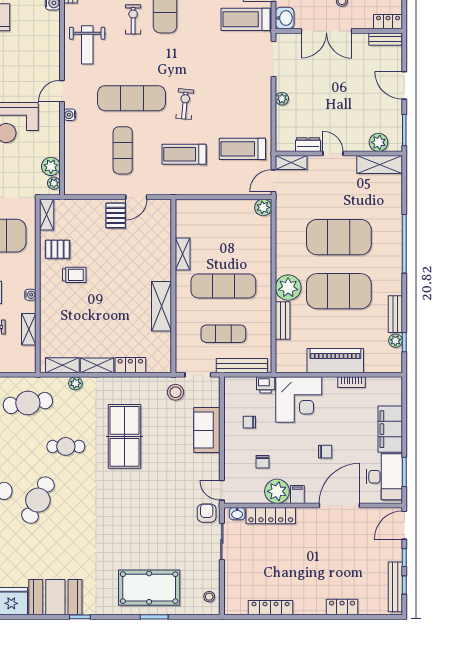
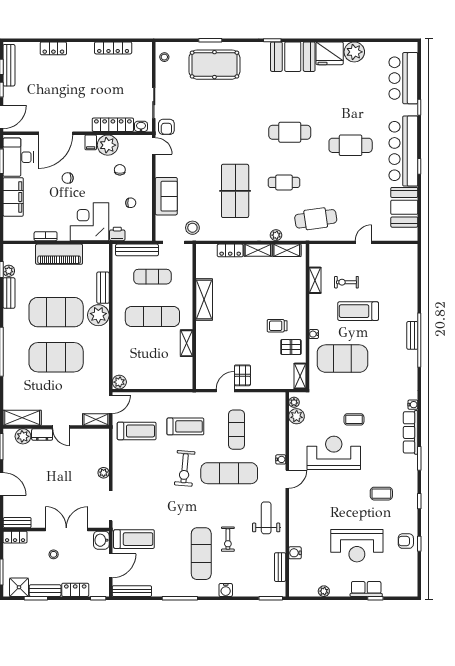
exercise bike: (185, 104) -> (185, 468), width x1.38, depth x1.39
dresser: (308, 145) -> (42, 434), moved
water cooler: (30, 295) -> (314, 334), moved
cafe table: (38, 500) -> (290, 132), moved, turned 63

